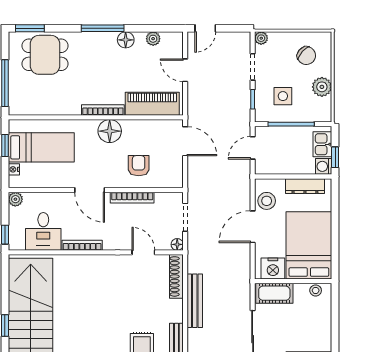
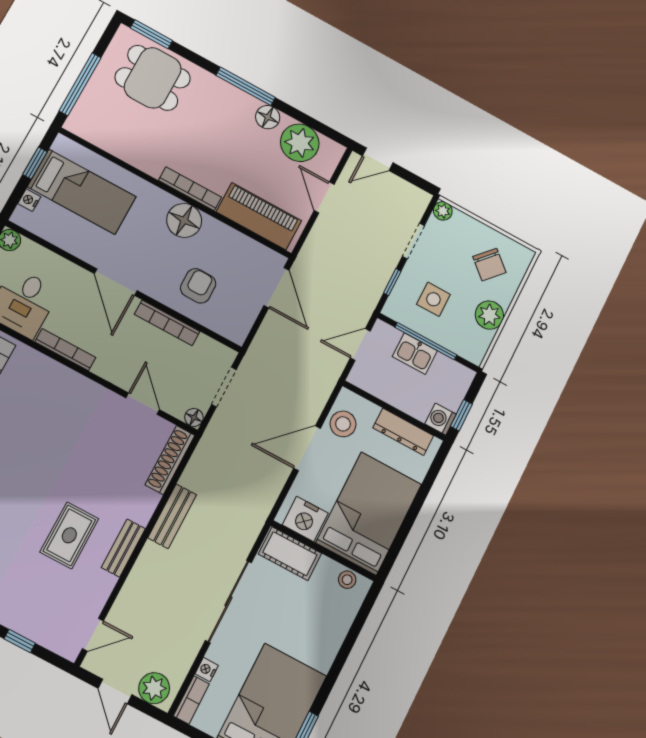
plant: (153, 39) -> (300, 143), width x1.88, depth x1.88
kitchen sink: (322, 144) -> (415, 354), moved, turned -90
bench: (195, 301) -> (172, 516), width x0.73

